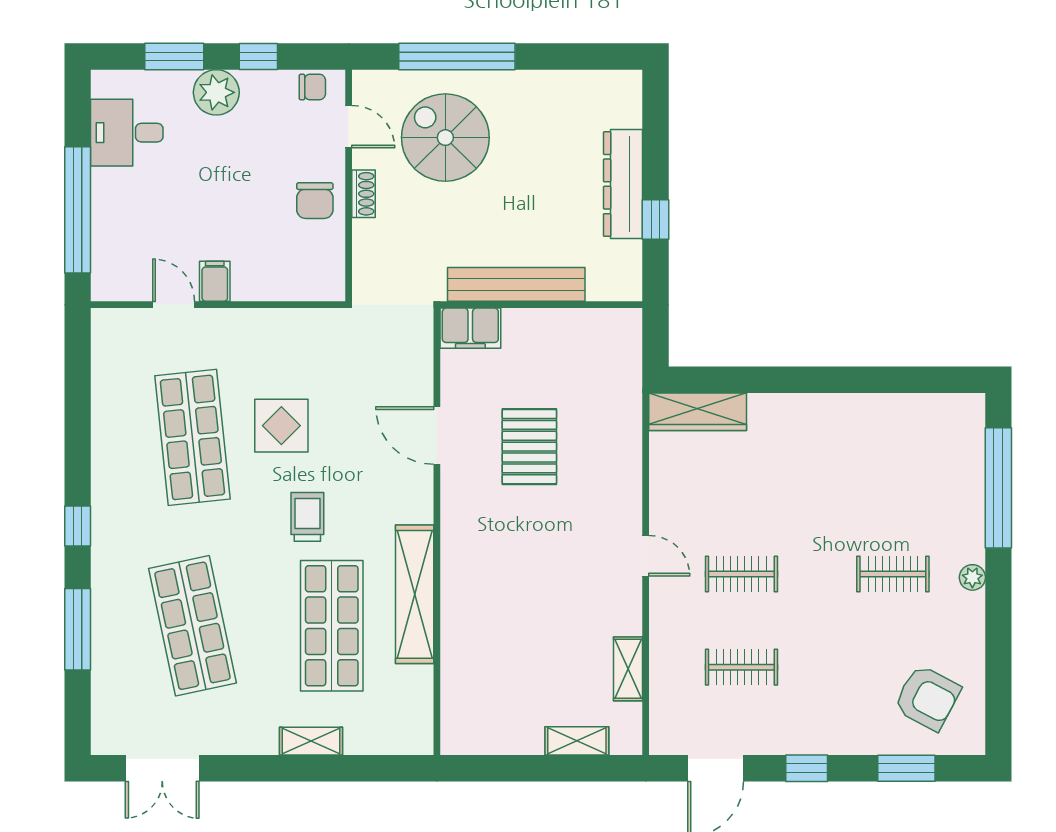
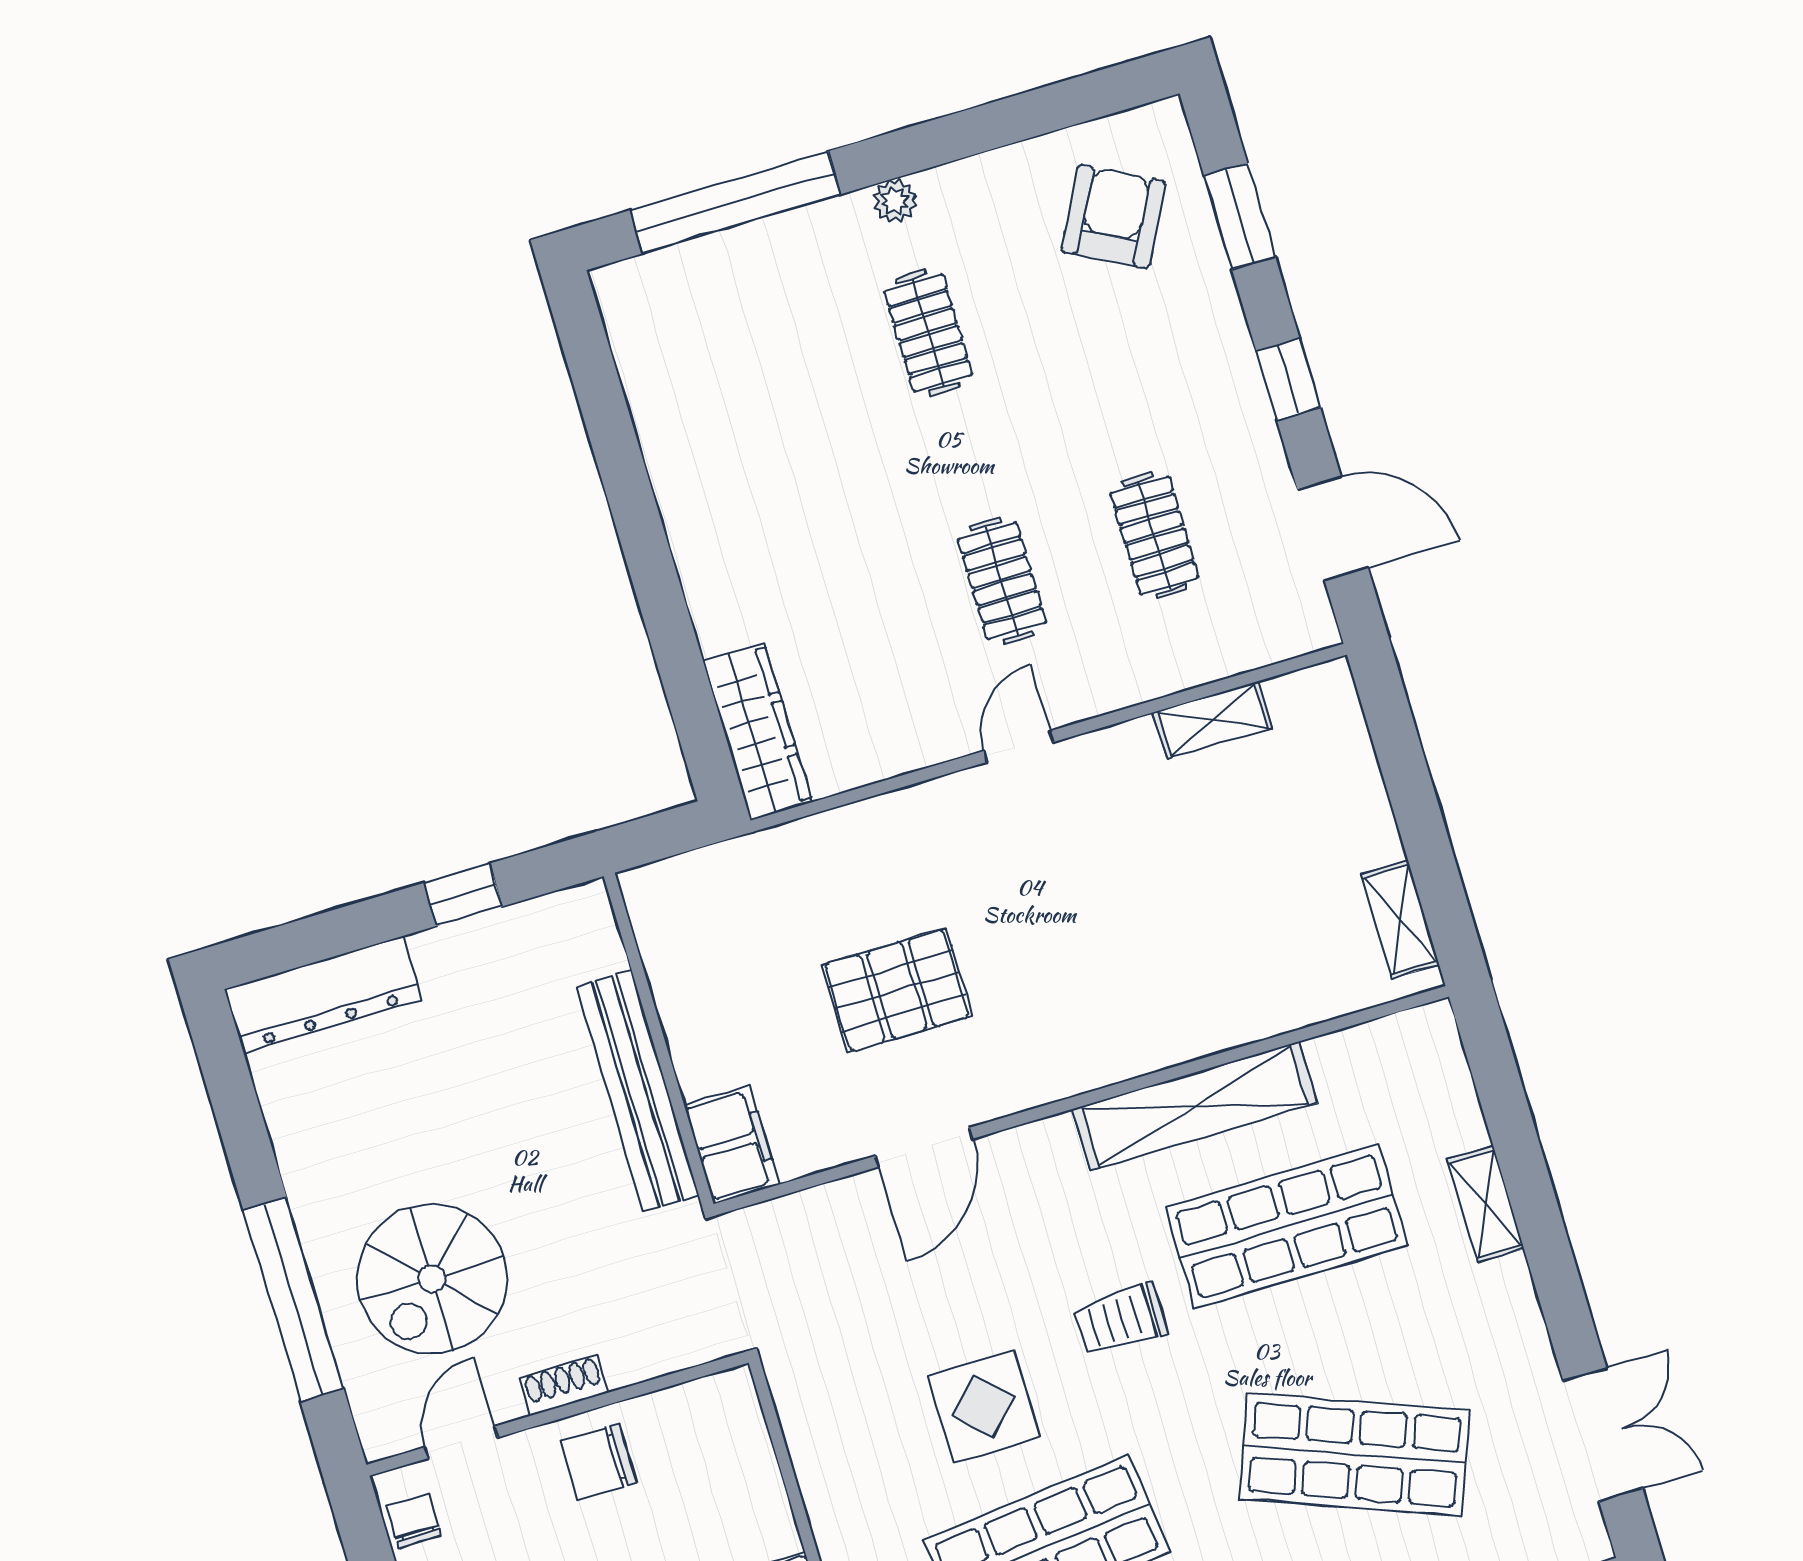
dresser: (623, 184) -> (323, 994), moved
chair: (315, 201) -> (599, 1462), turned 180
shop shelf: (192, 626) -> (1355, 1455), turned 33
shelving: (577, 741) -> (1400, 919), moved

